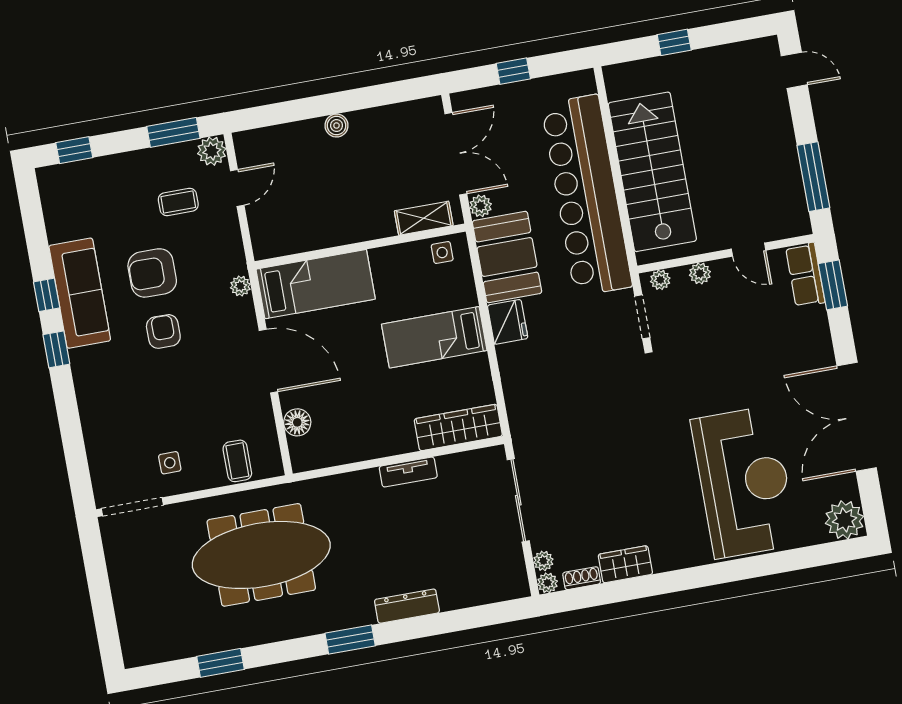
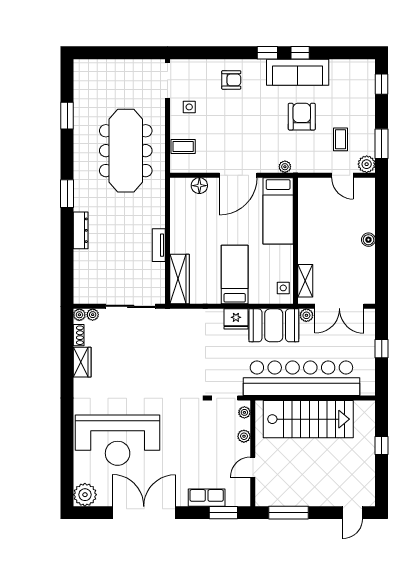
row of seats: (805, 275) -> (207, 498), moved
armchair: (163, 331) -> (231, 80), moved

